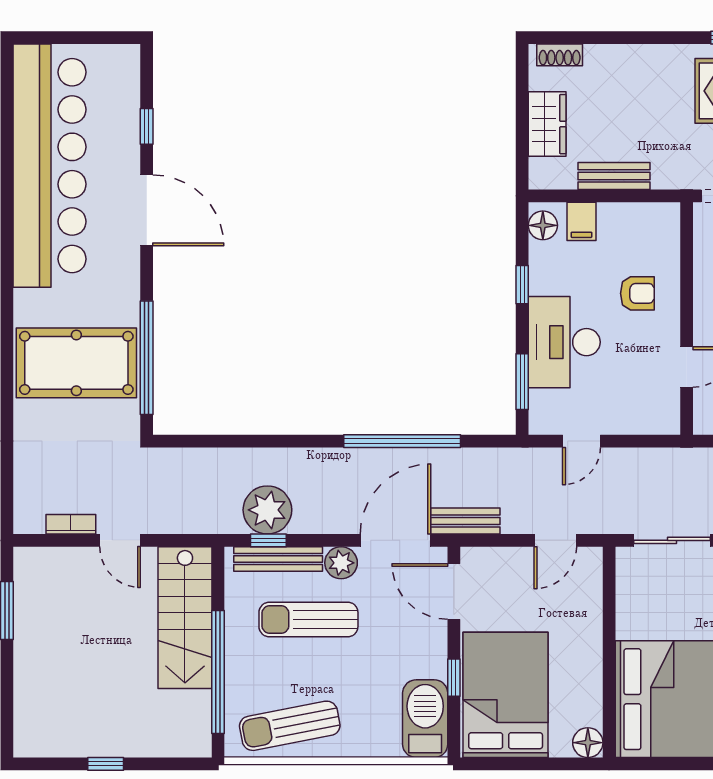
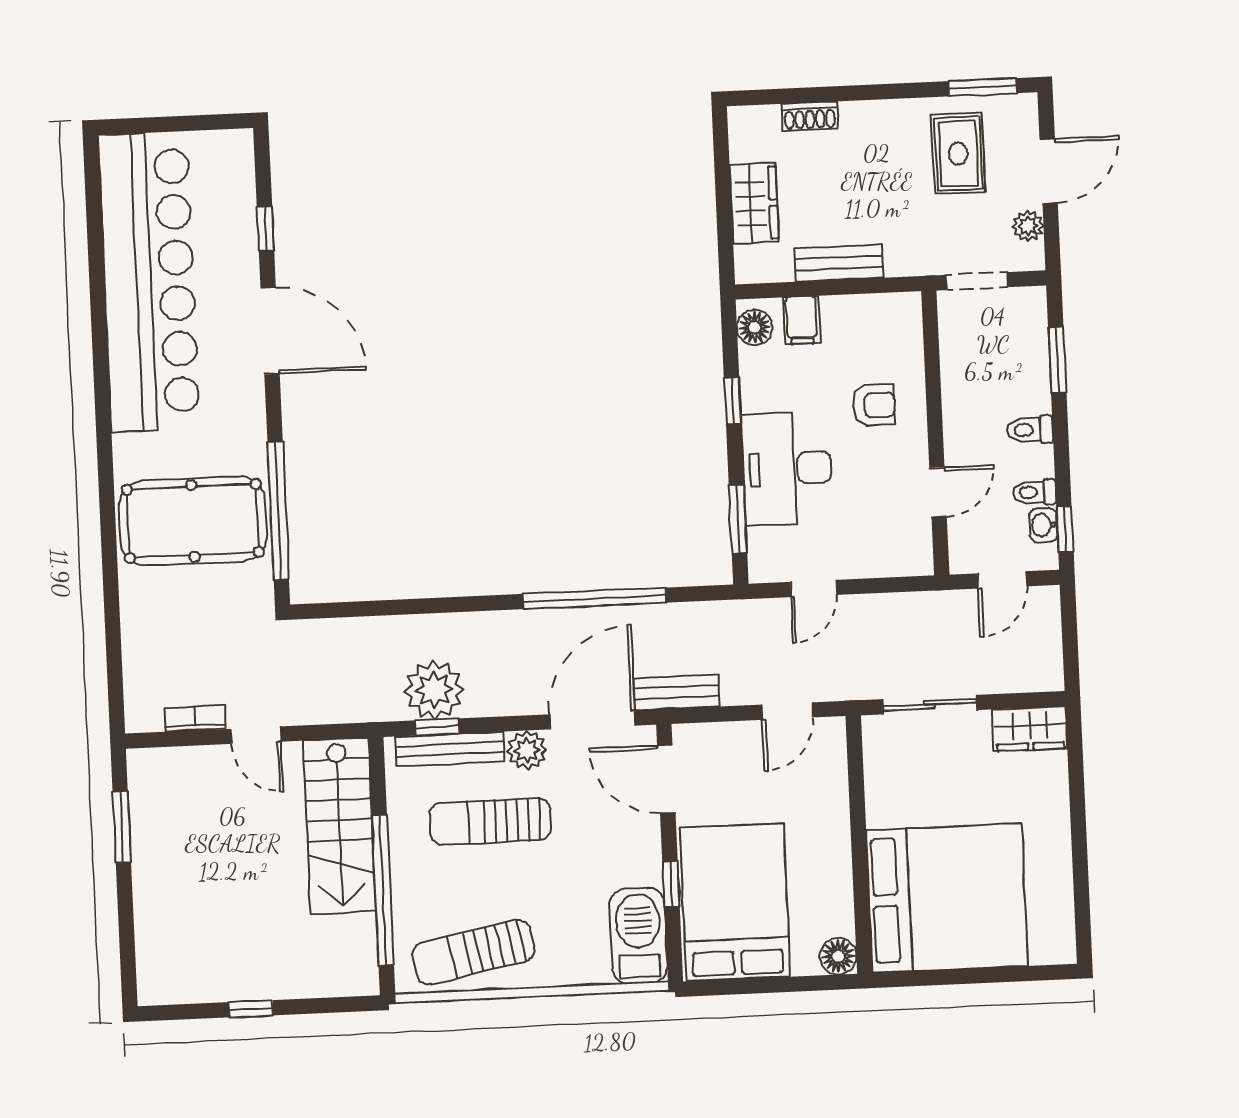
shoe rack: (560, 55) -> (810, 116), moved

